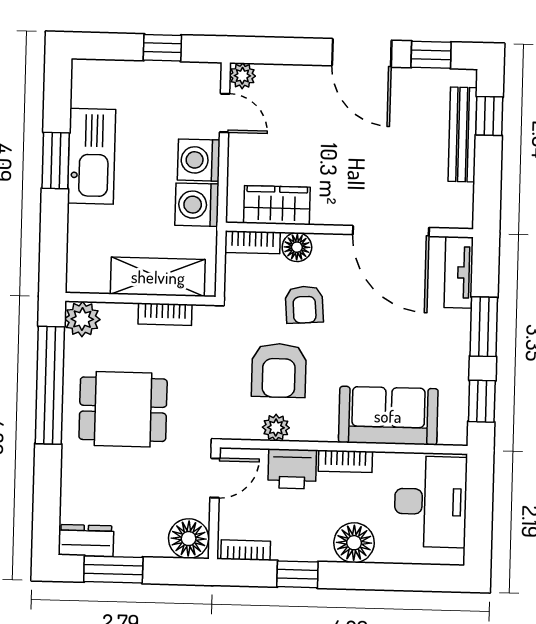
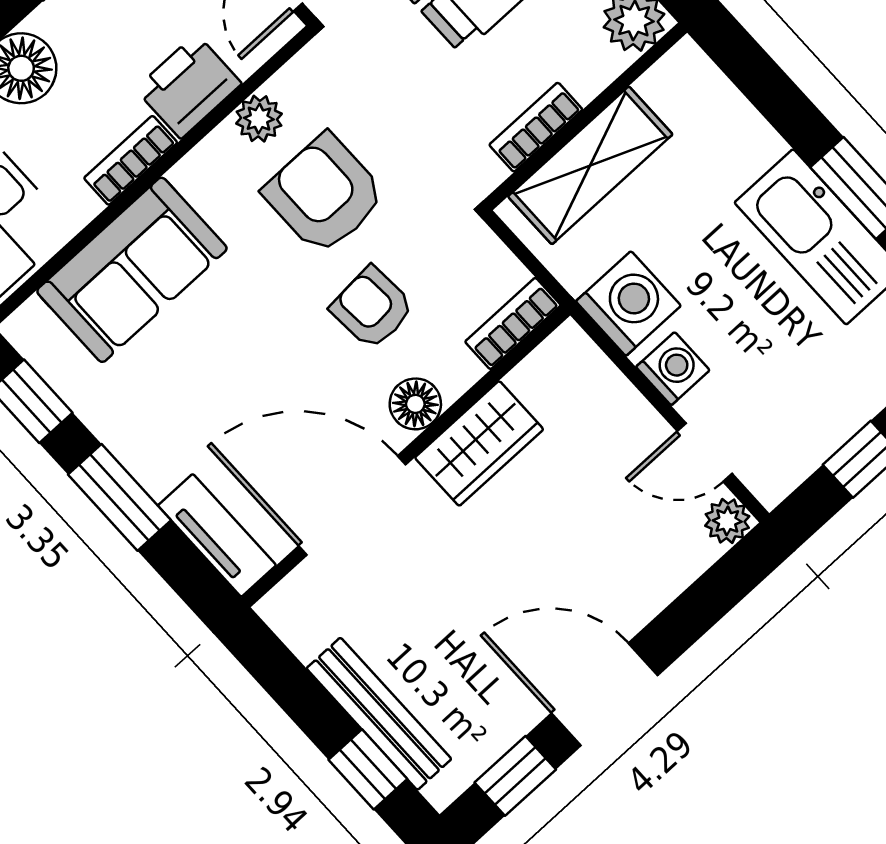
washing machine: (199, 160) -> (673, 369), width x0.73, depth x0.73
wardrobe: (277, 205) -> (479, 443), moved
floor lamp: (297, 247) -> (415, 404), moved

